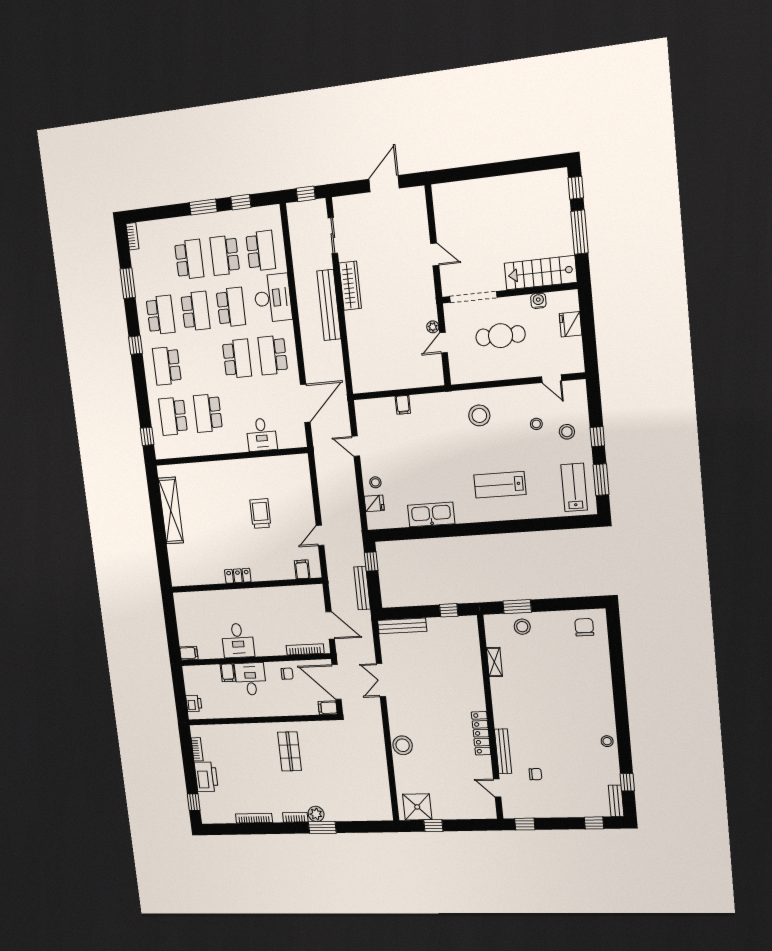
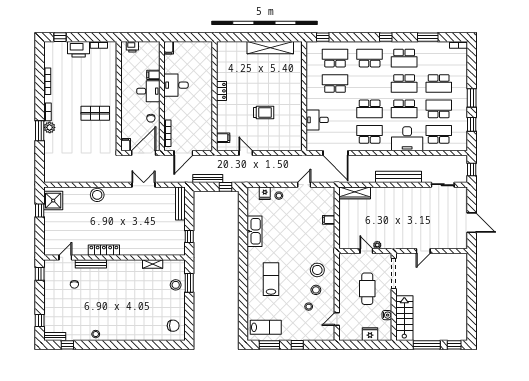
school desk: (261, 251) -> (439, 134), turned 180
wardrobe: (350, 286) -> (355, 193), moved
stool: (567, 432) -> (316, 290), moved

